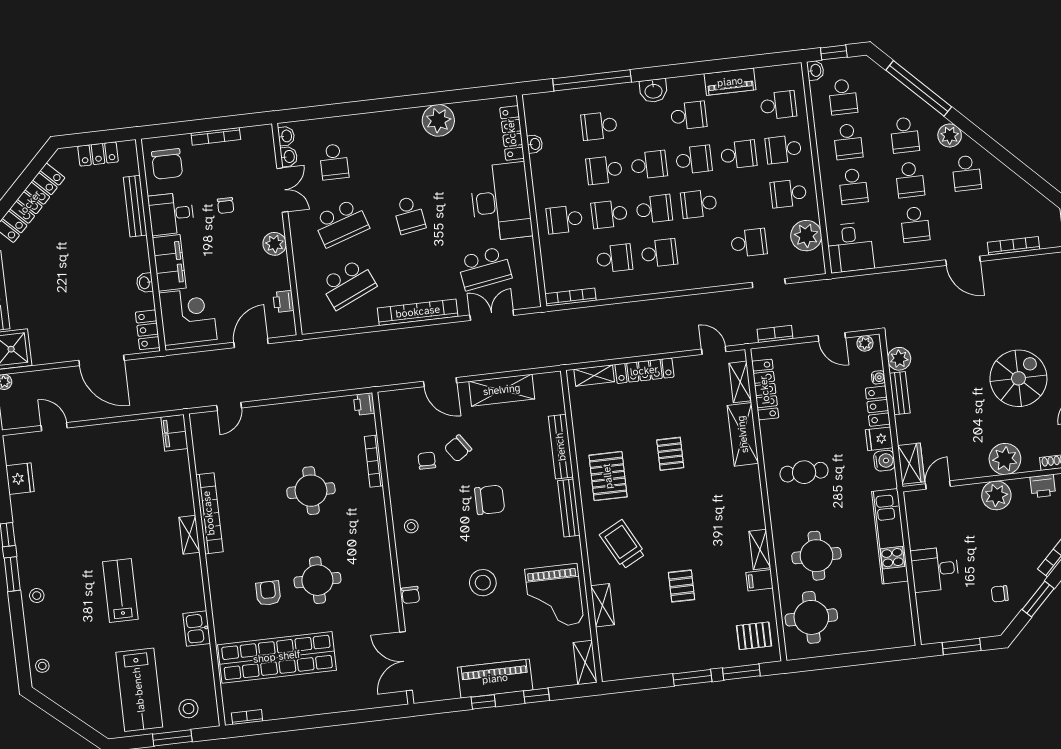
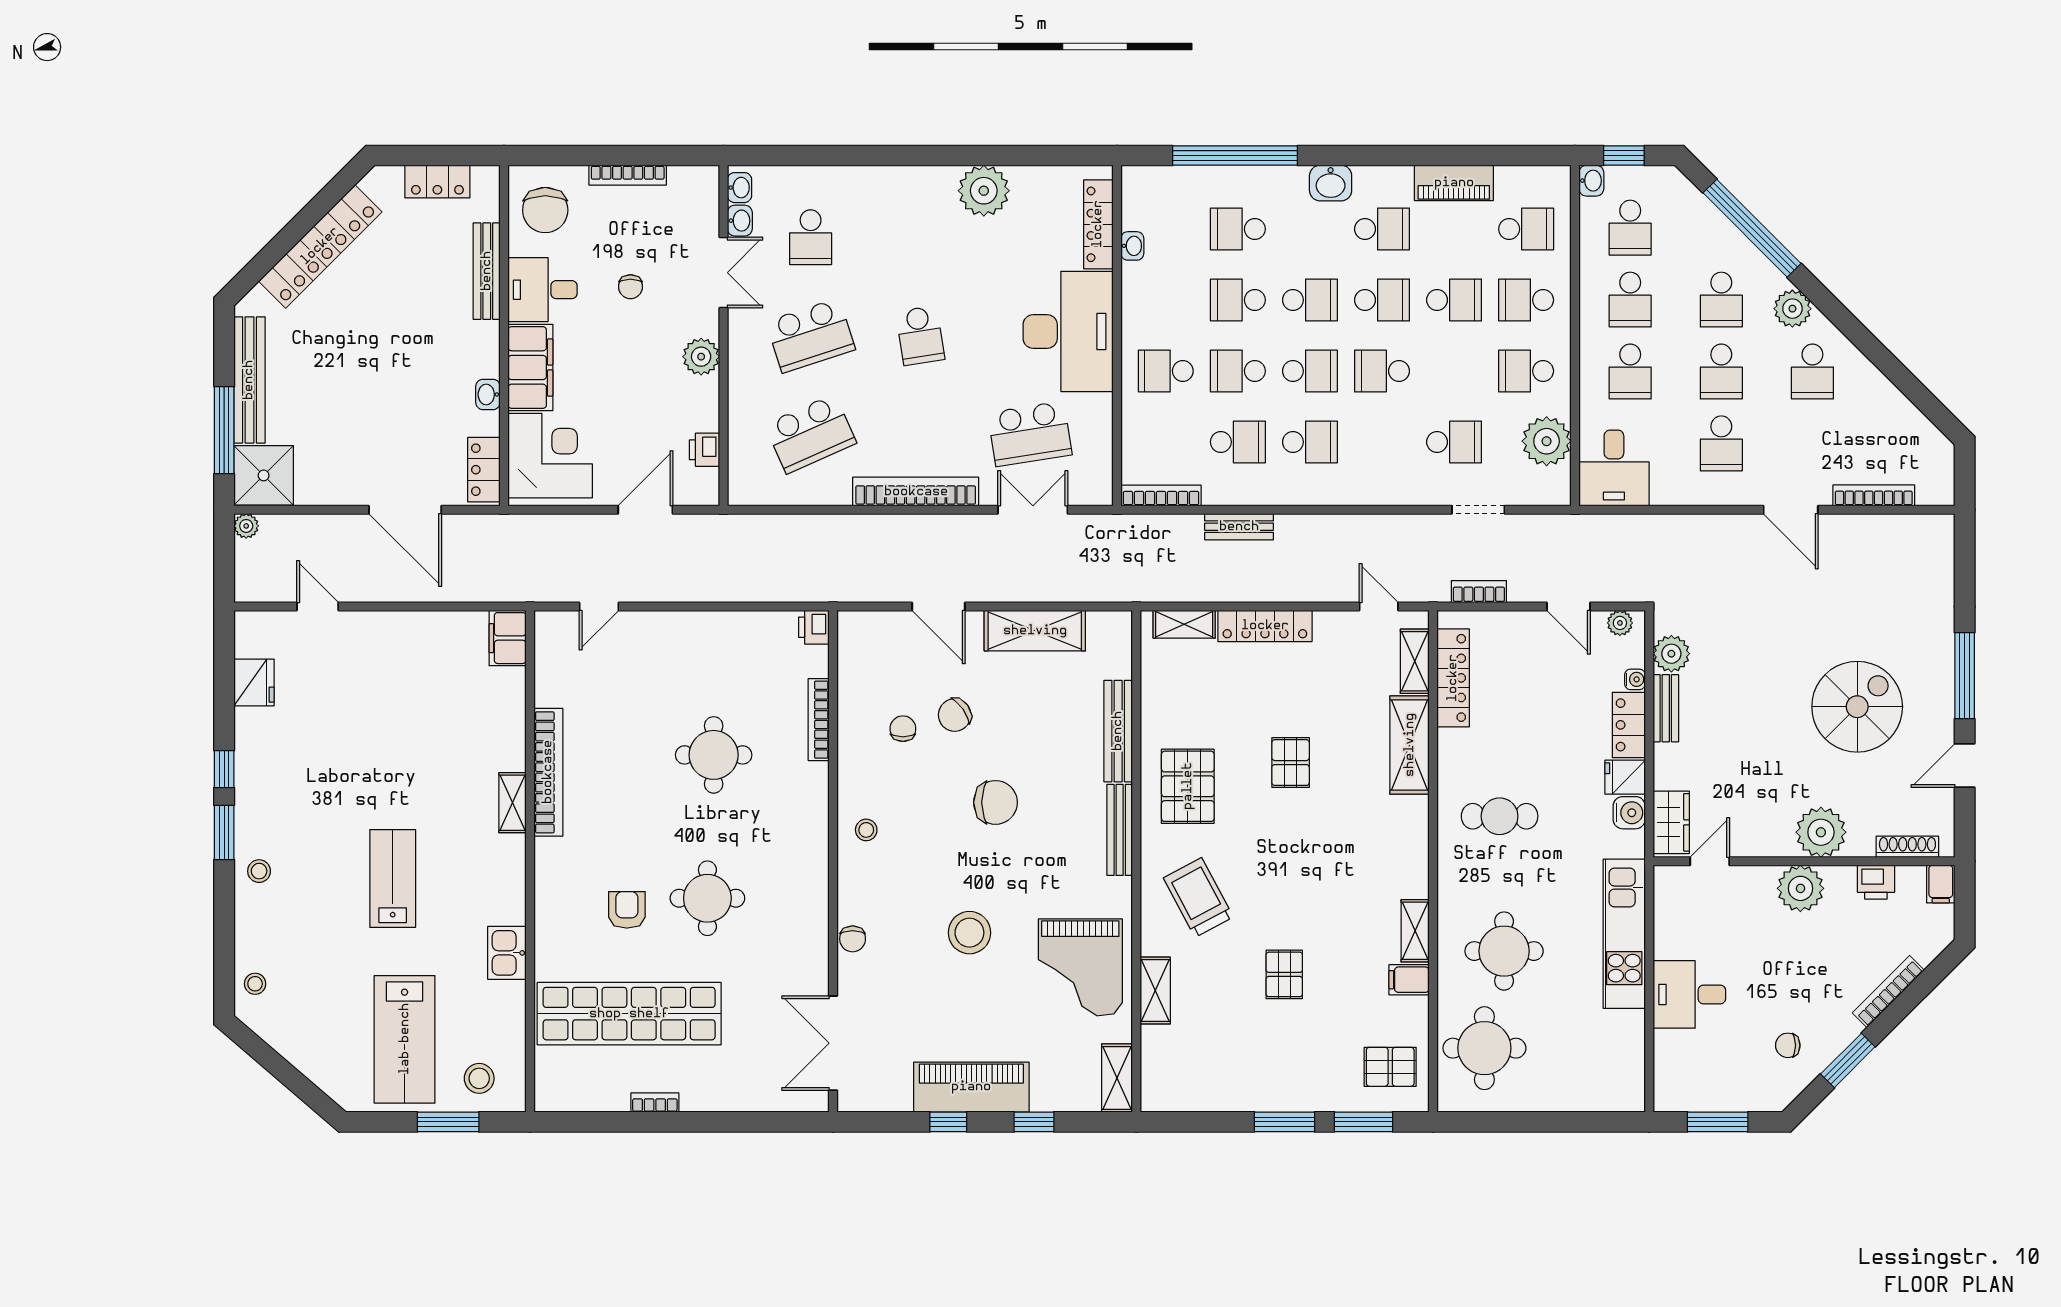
bench: (621, 311) -> (1239, 527), added
bookcase: (247, 717) -> (655, 1103), moved

